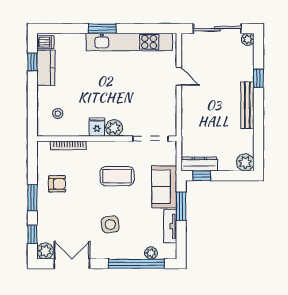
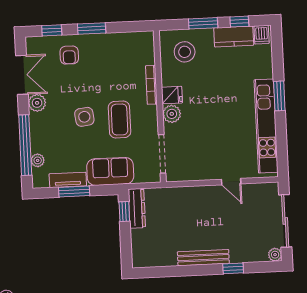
door: (179, 76) -> (231, 182), hinge flipped
window: (32, 95) -> (203, 23), added
stool: (58, 114) -> (185, 52), width x1.89, depth x1.89
bookcase: (68, 145) -> (151, 85), moved
plant: (245, 162) -> (141, 258), removed
armchair: (57, 184) -> (69, 55), moved
window: (181, 206) -> (74, 191), moved
side table: (110, 225) -> (84, 117), moved
plant: (45, 251) -> (37, 103), moved

